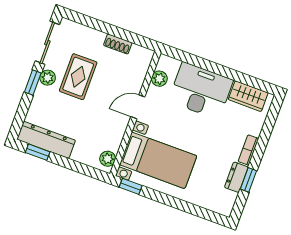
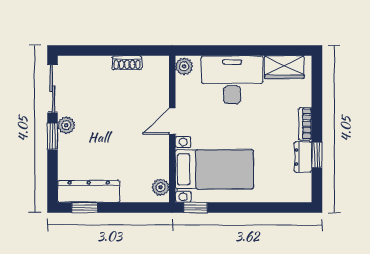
rug: (78, 77) -> (98, 112), removed
plant: (159, 79) -> (184, 66), moved

